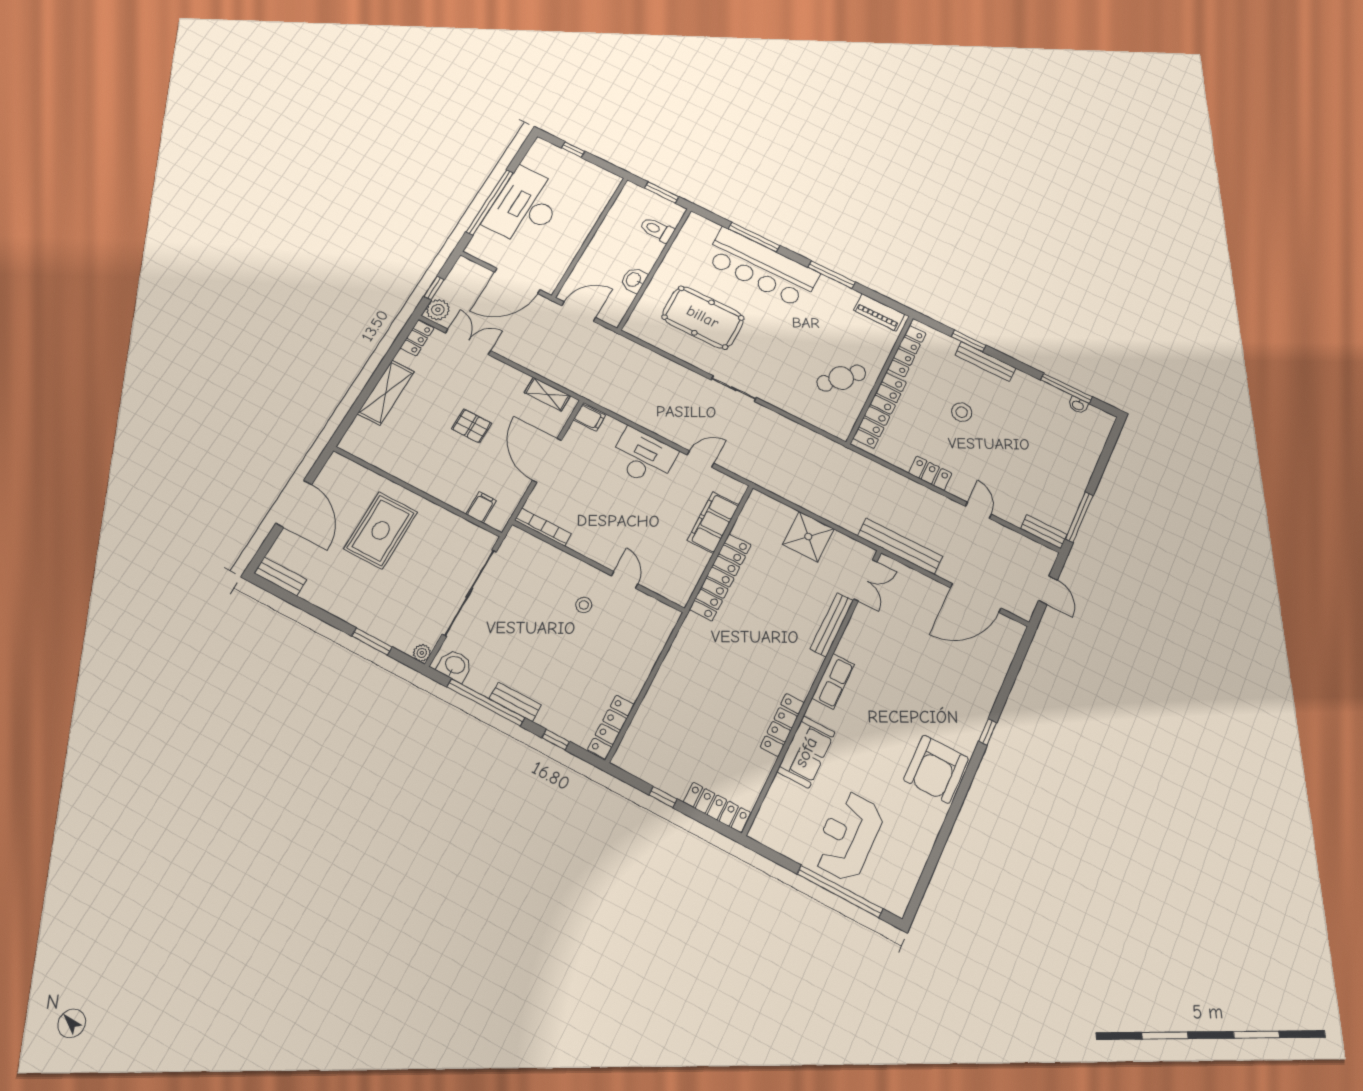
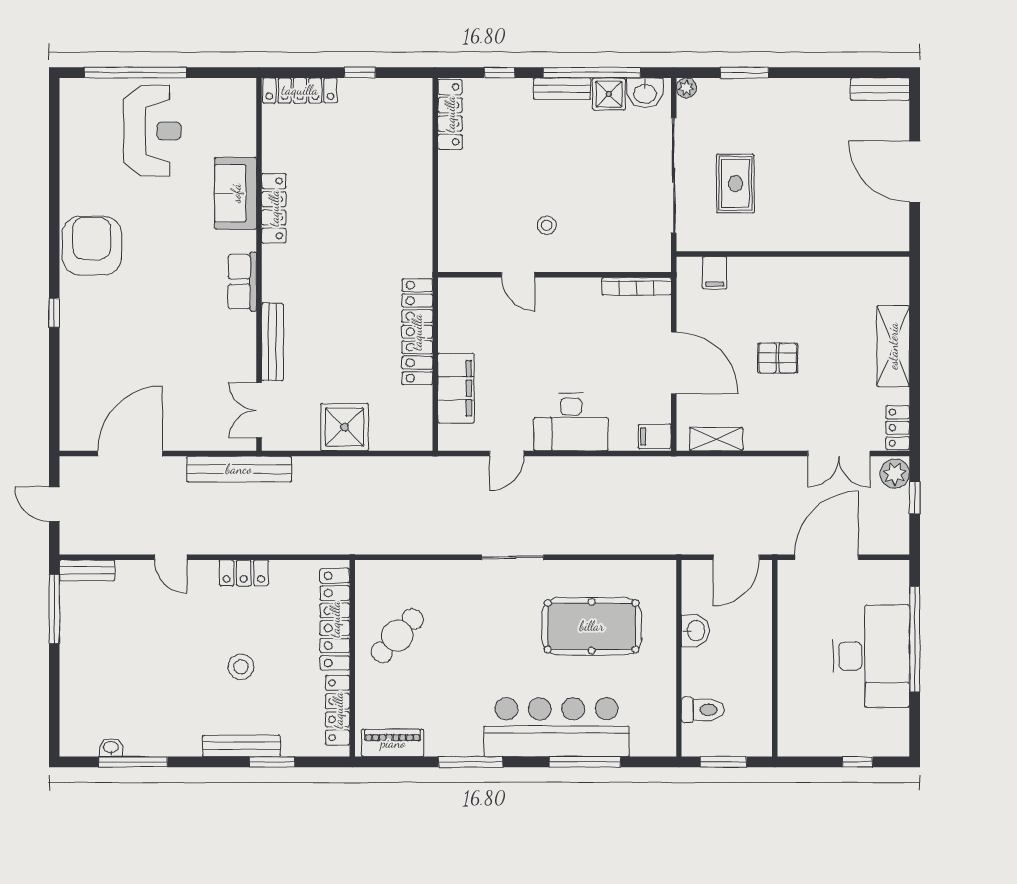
rug: (381, 530) -> (735, 184), moved, width x0.73, depth x0.70
shower: (482, 679) -> (609, 94), added

